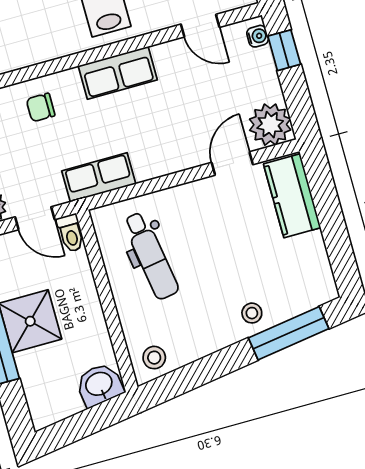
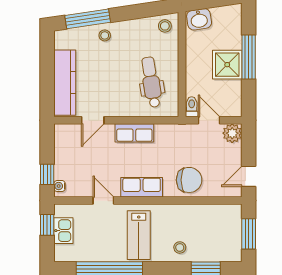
door: (200, 26) -> (103, 201), moved
chair: (41, 107) -> (189, 180), width x1.87, depth x1.87
plant: (270, 125) -> (66, 136), removed
row of seats: (99, 177) -> (134, 133), moved
kitchen counter: (292, 196) -> (65, 83), width x1.50

